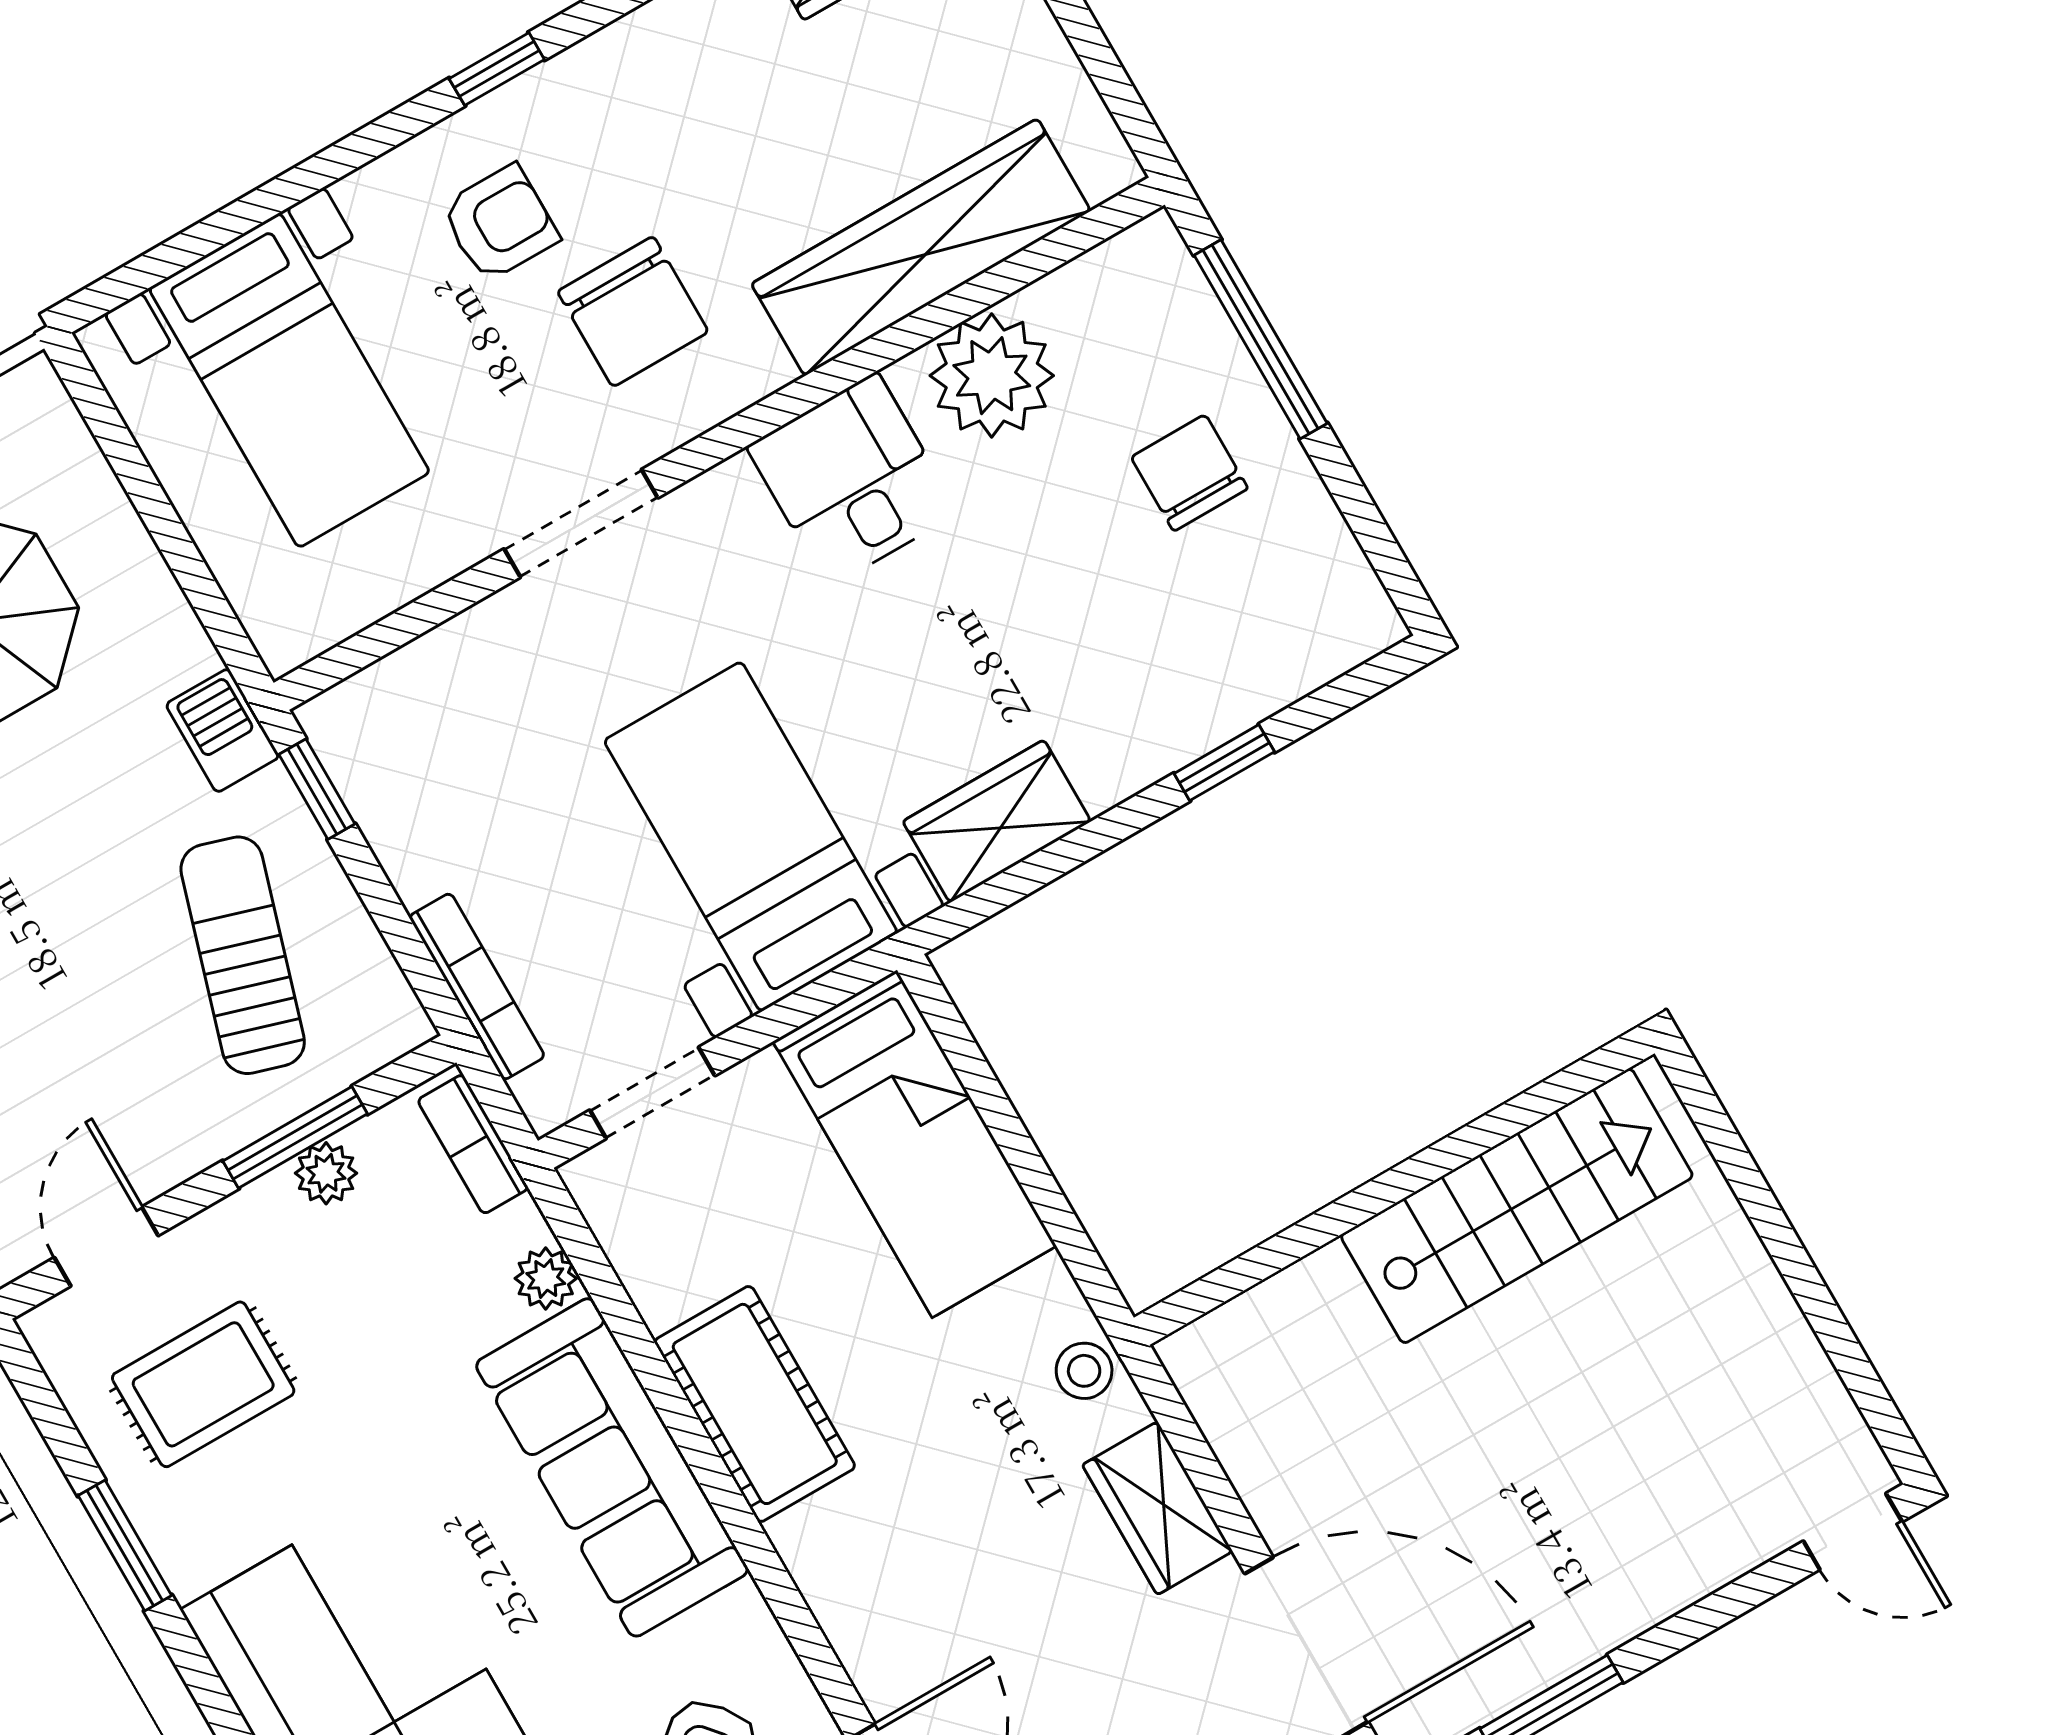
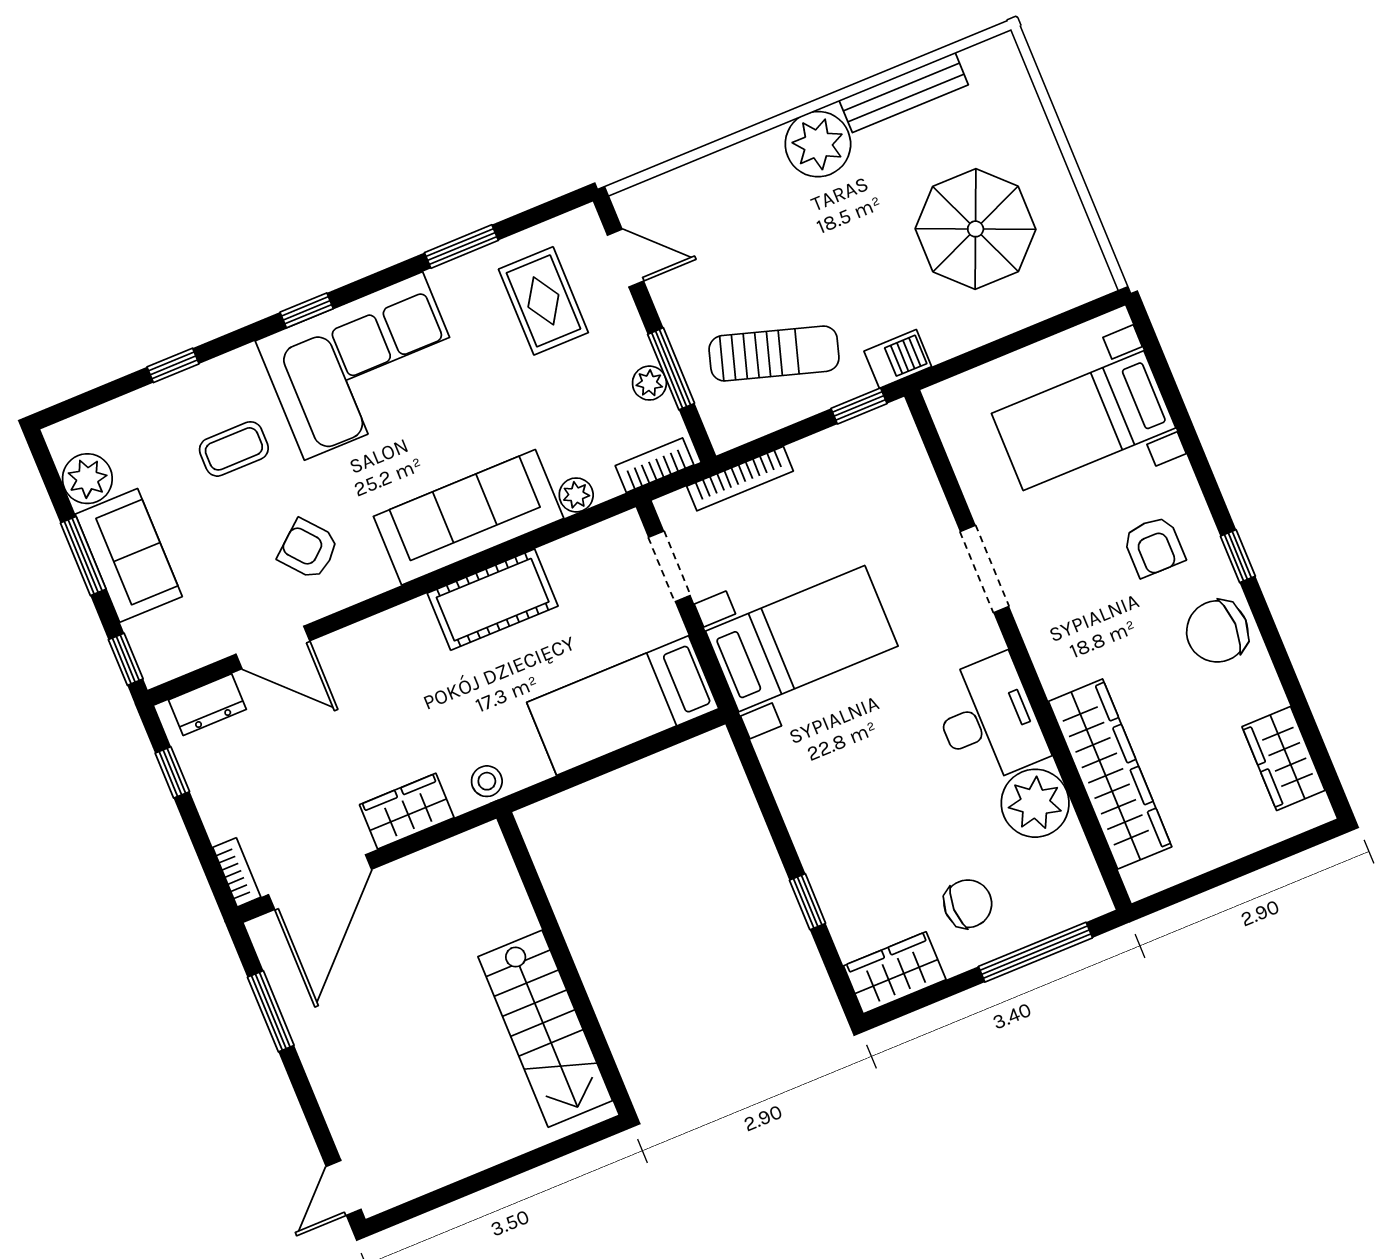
chair: (633, 312) -> (1217, 631), moved
desk: (852, 480) -> (989, 720), width x1.37
wardrobe: (997, 821) -> (895, 973), moved, turned -90

